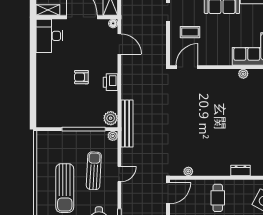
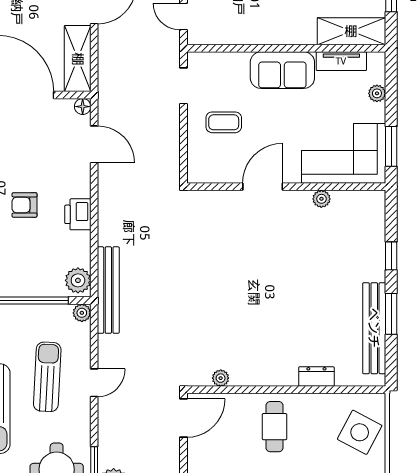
door: (187, 67) -> (263, 187), moved

